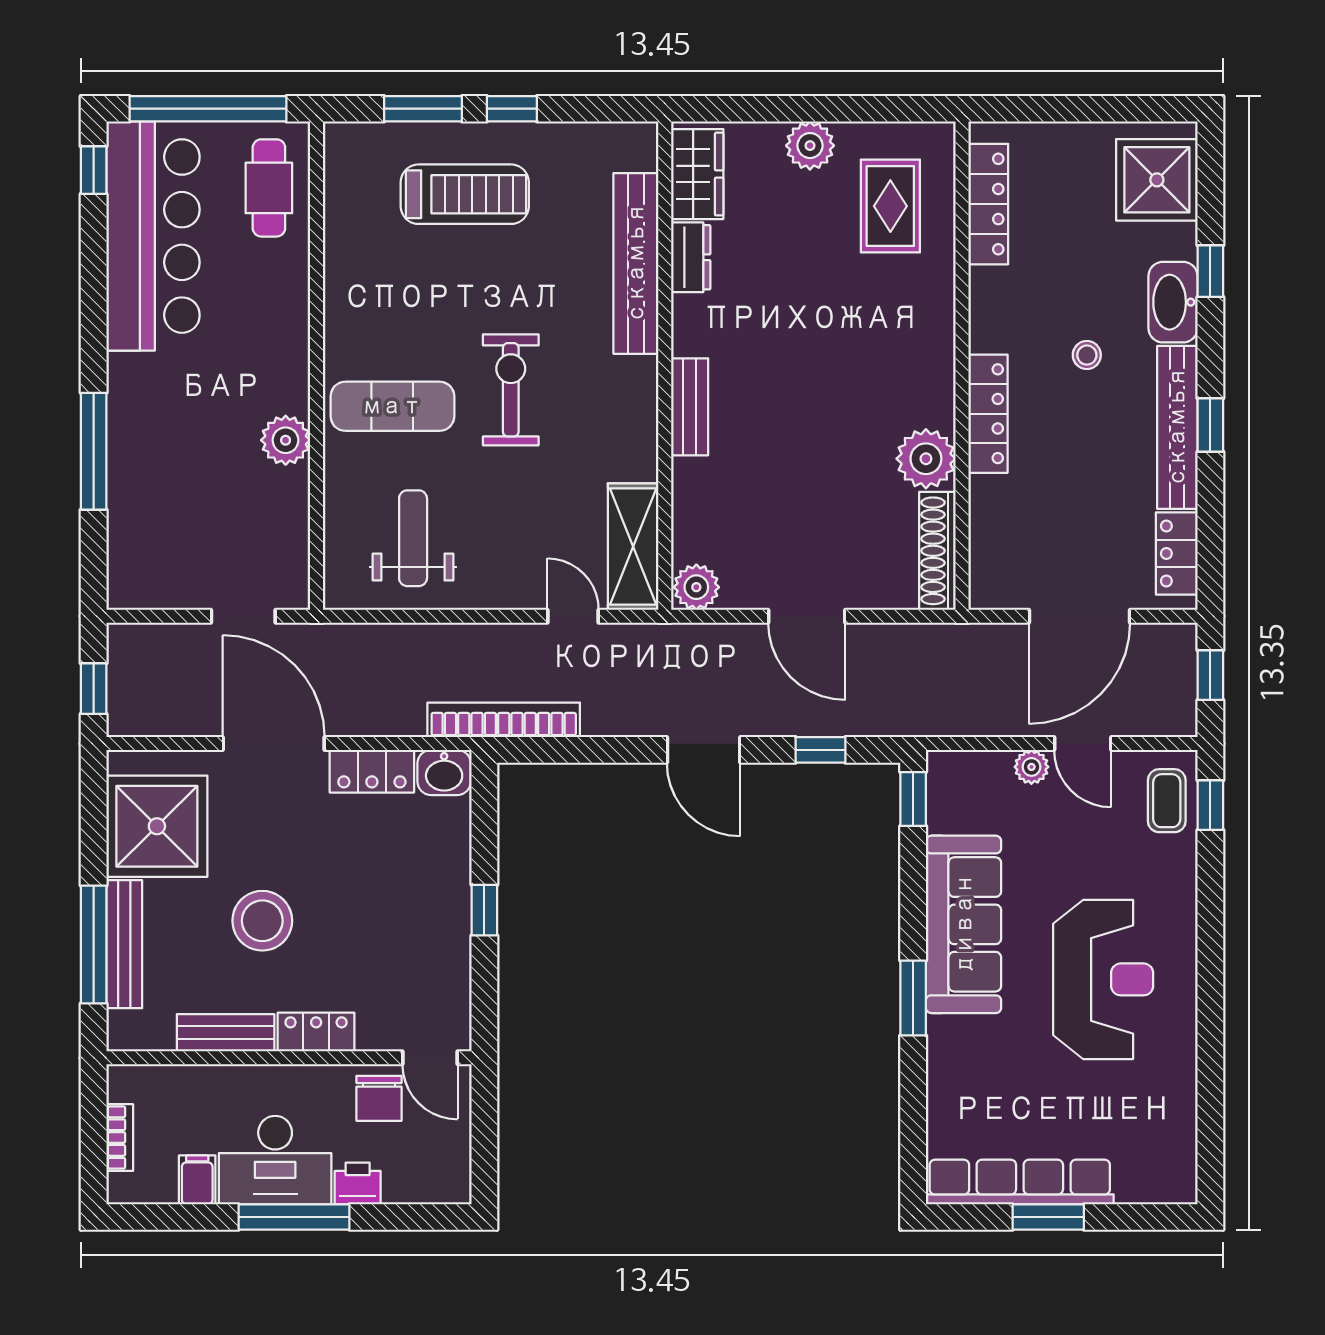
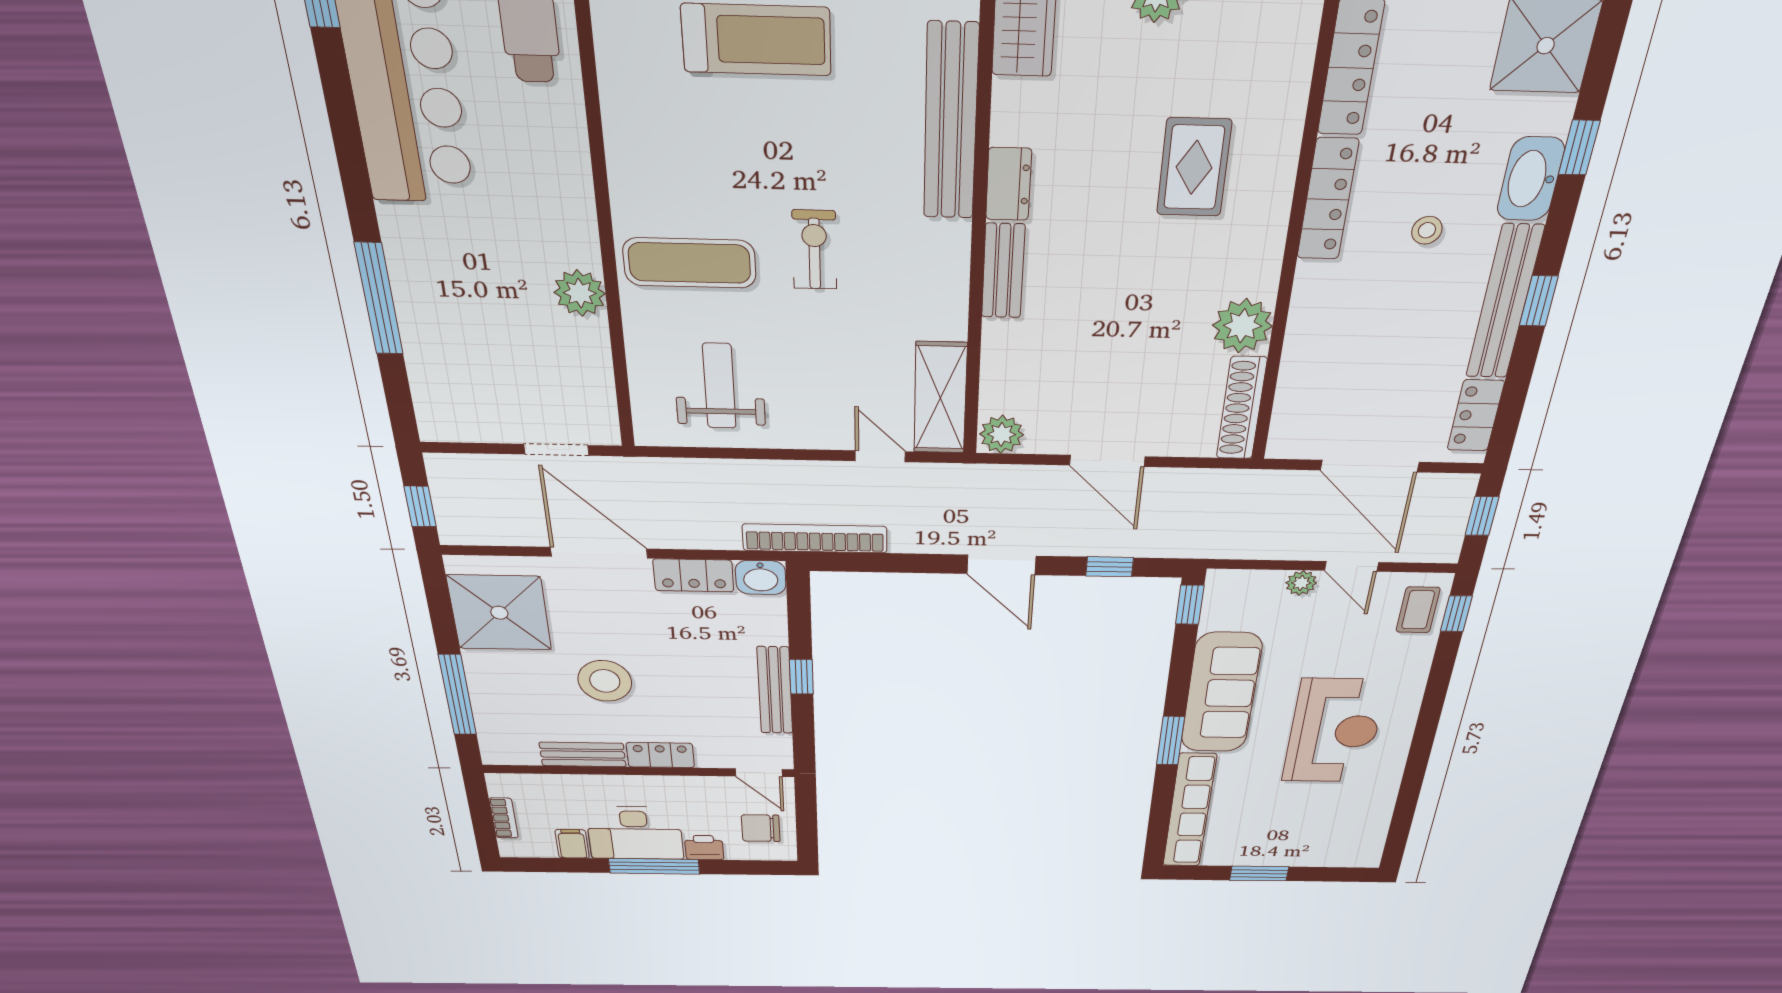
rug: (890, 206) -> (1194, 167), moved
dresser: (691, 257) -> (1009, 184), moved
exercise bike: (511, 390) -> (814, 250), width x0.73, depth x0.72
locker: (988, 414) -> (1328, 199), moved
door: (1080, 616) -> (1370, 466), hinge flipped
bench: (124, 944) -> (775, 690), moved
chair: (379, 1098) -> (761, 828), moved, turned 90
row of seats: (1020, 1182) -> (1189, 811), moved, turned 90

